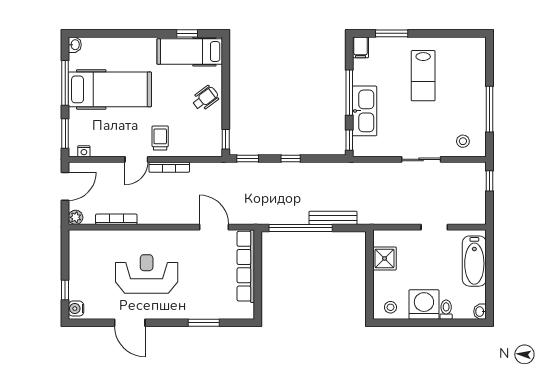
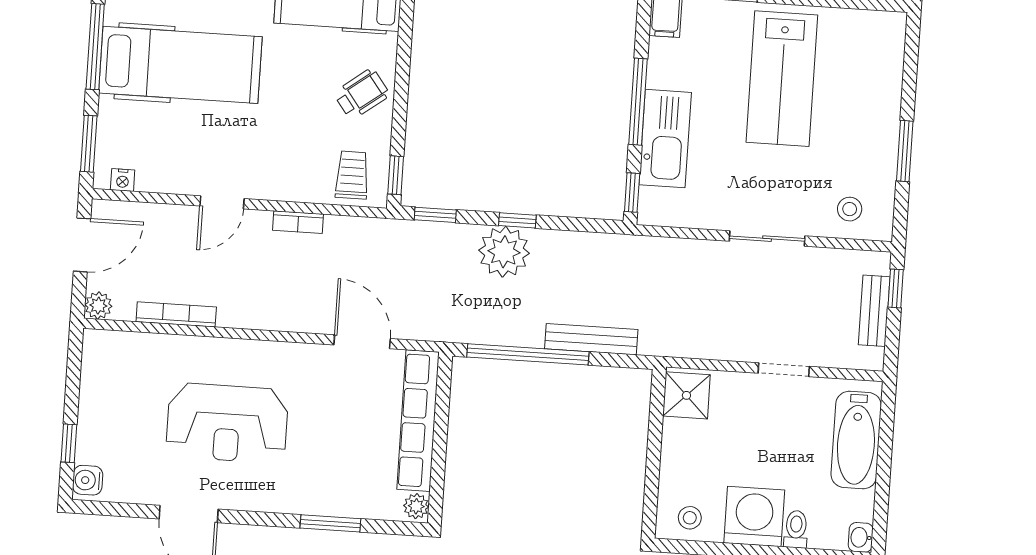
lab bench: (423, 76) -> (782, 79), width x1.36, depth x1.39
window: (490, 109) -> (905, 151), width x0.69
trolley: (160, 138) -> (352, 175), moved
bookcase: (169, 167) -> (298, 222), width x0.64
plant: (285, 175) -> (504, 252), added
bench: (479, 193) -> (874, 311), added
shower: (385, 258) -> (686, 395), moved
reception desk: (147, 274) -> (227, 423), turned 180
plant: (248, 311) -> (416, 506), added

